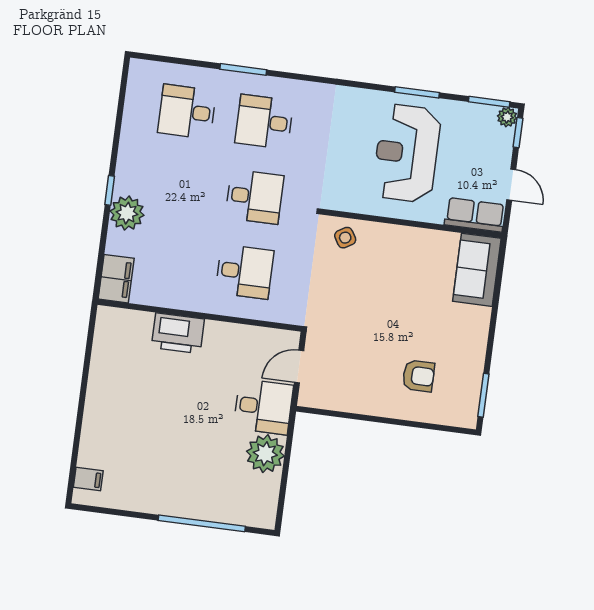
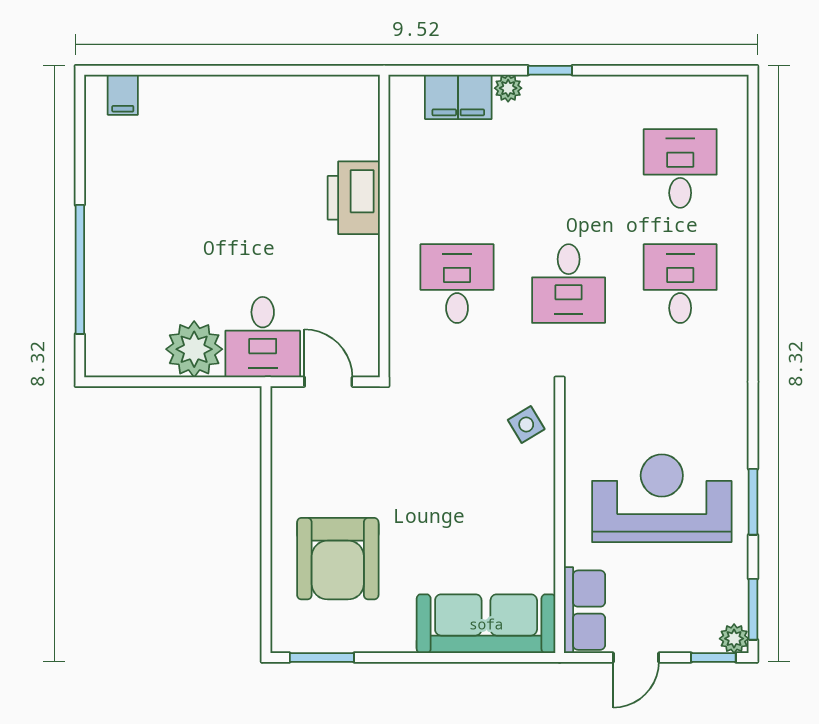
window: (243, 69) -> (753, 243), removed
plant: (127, 213) -> (508, 88), width x0.53, depth x0.53
sofa: (477, 270) -> (486, 624), width x1.36
desk: (245, 272) -> (457, 284), turned 180
filing cabinet: (116, 279) -> (458, 97), moved
armchair: (419, 376) -> (338, 559), width x1.88, depth x1.88

